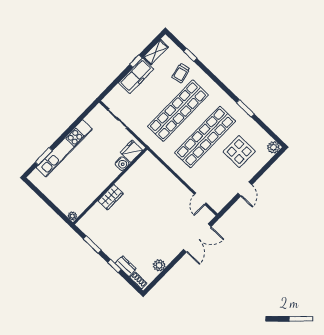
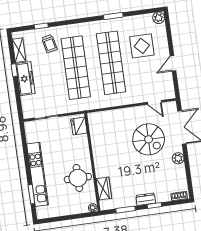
water cooler: (122, 164) -> (83, 140), removed
round table: (87, 184) -> (78, 178), added
door: (245, 189) -> (173, 63), swing flipped
wardrobe: (111, 197) -> (104, 189), moved
spiral stairs: (166, 218) -> (149, 139), added
plant: (159, 265) -> (178, 158), moved
dresser: (126, 266) -> (146, 199), moved

